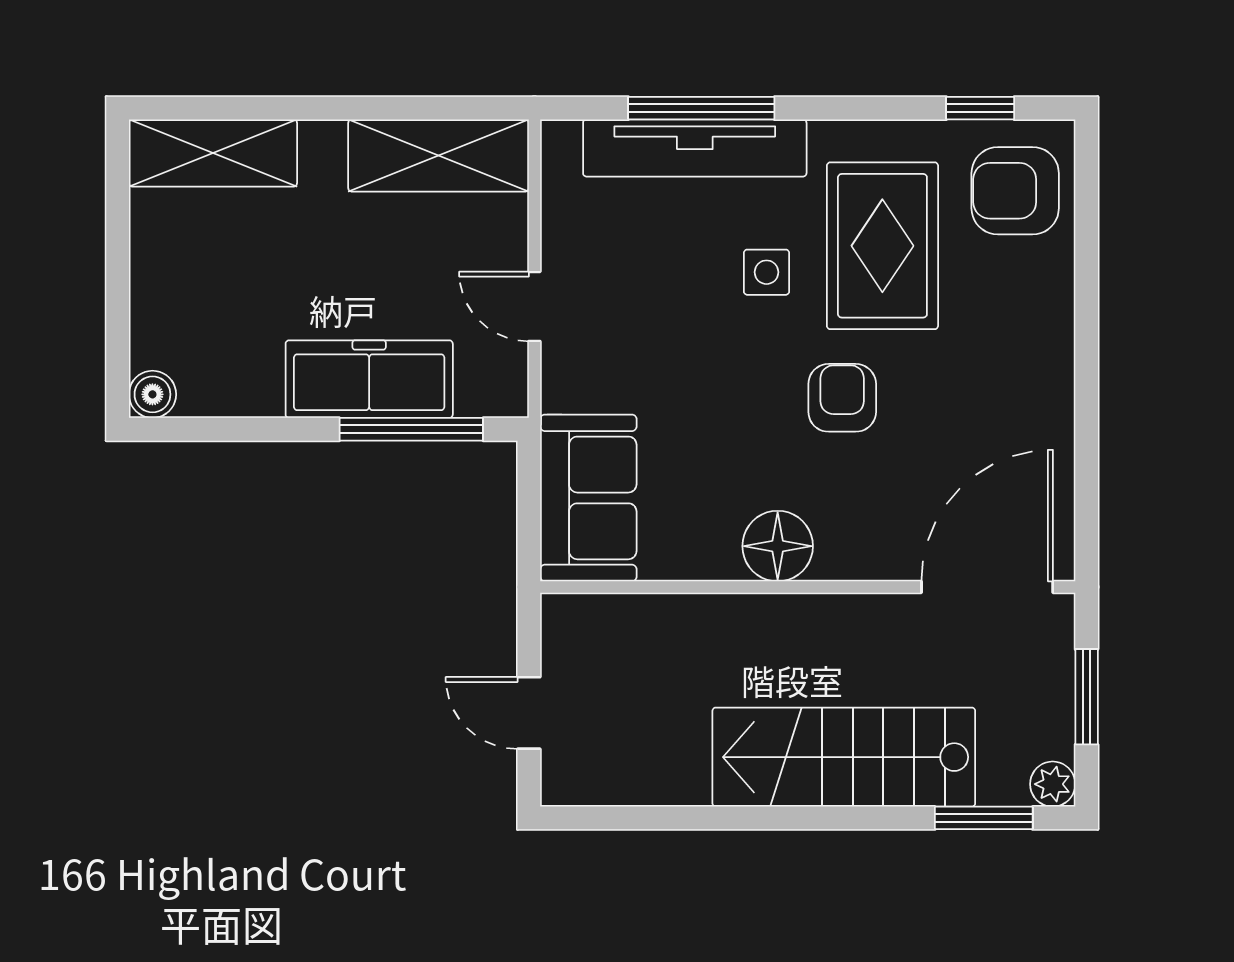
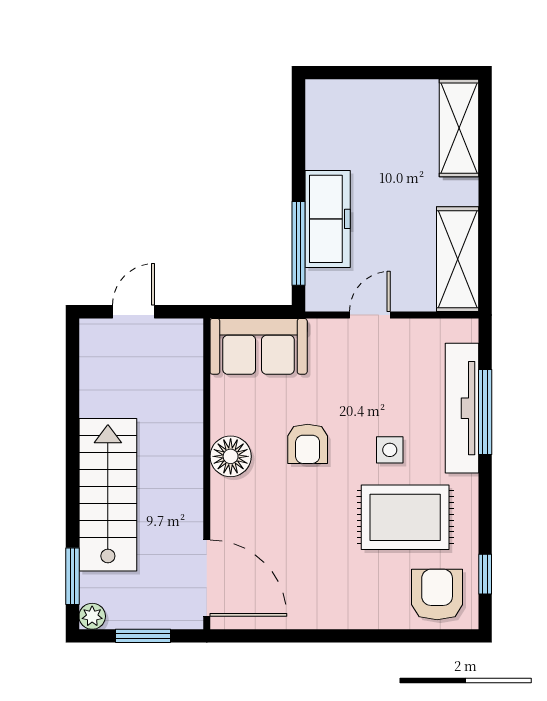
boiler: (152, 394) -> (319, 93), removed
armchair: (842, 398) -> (308, 444), moved, turned 90

